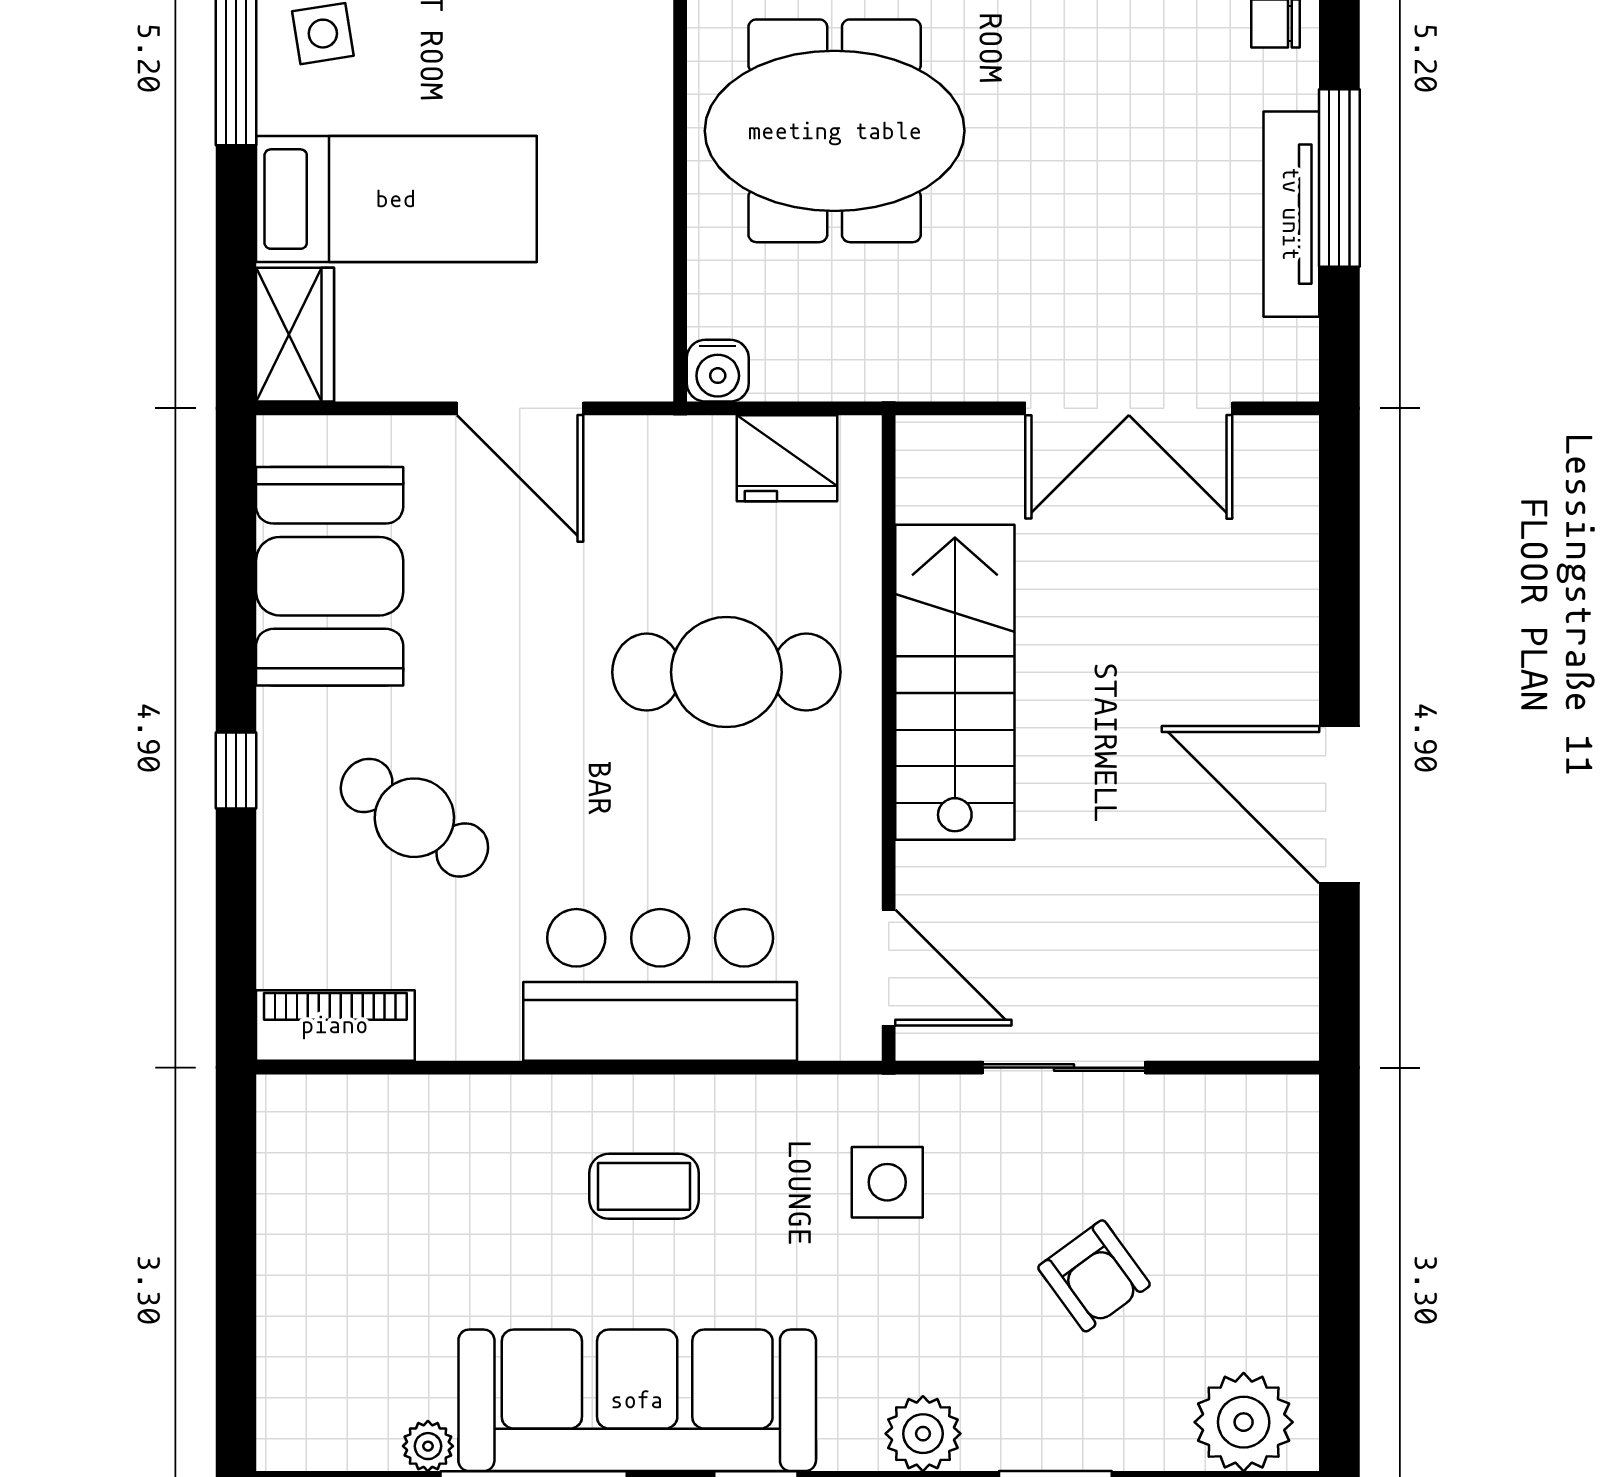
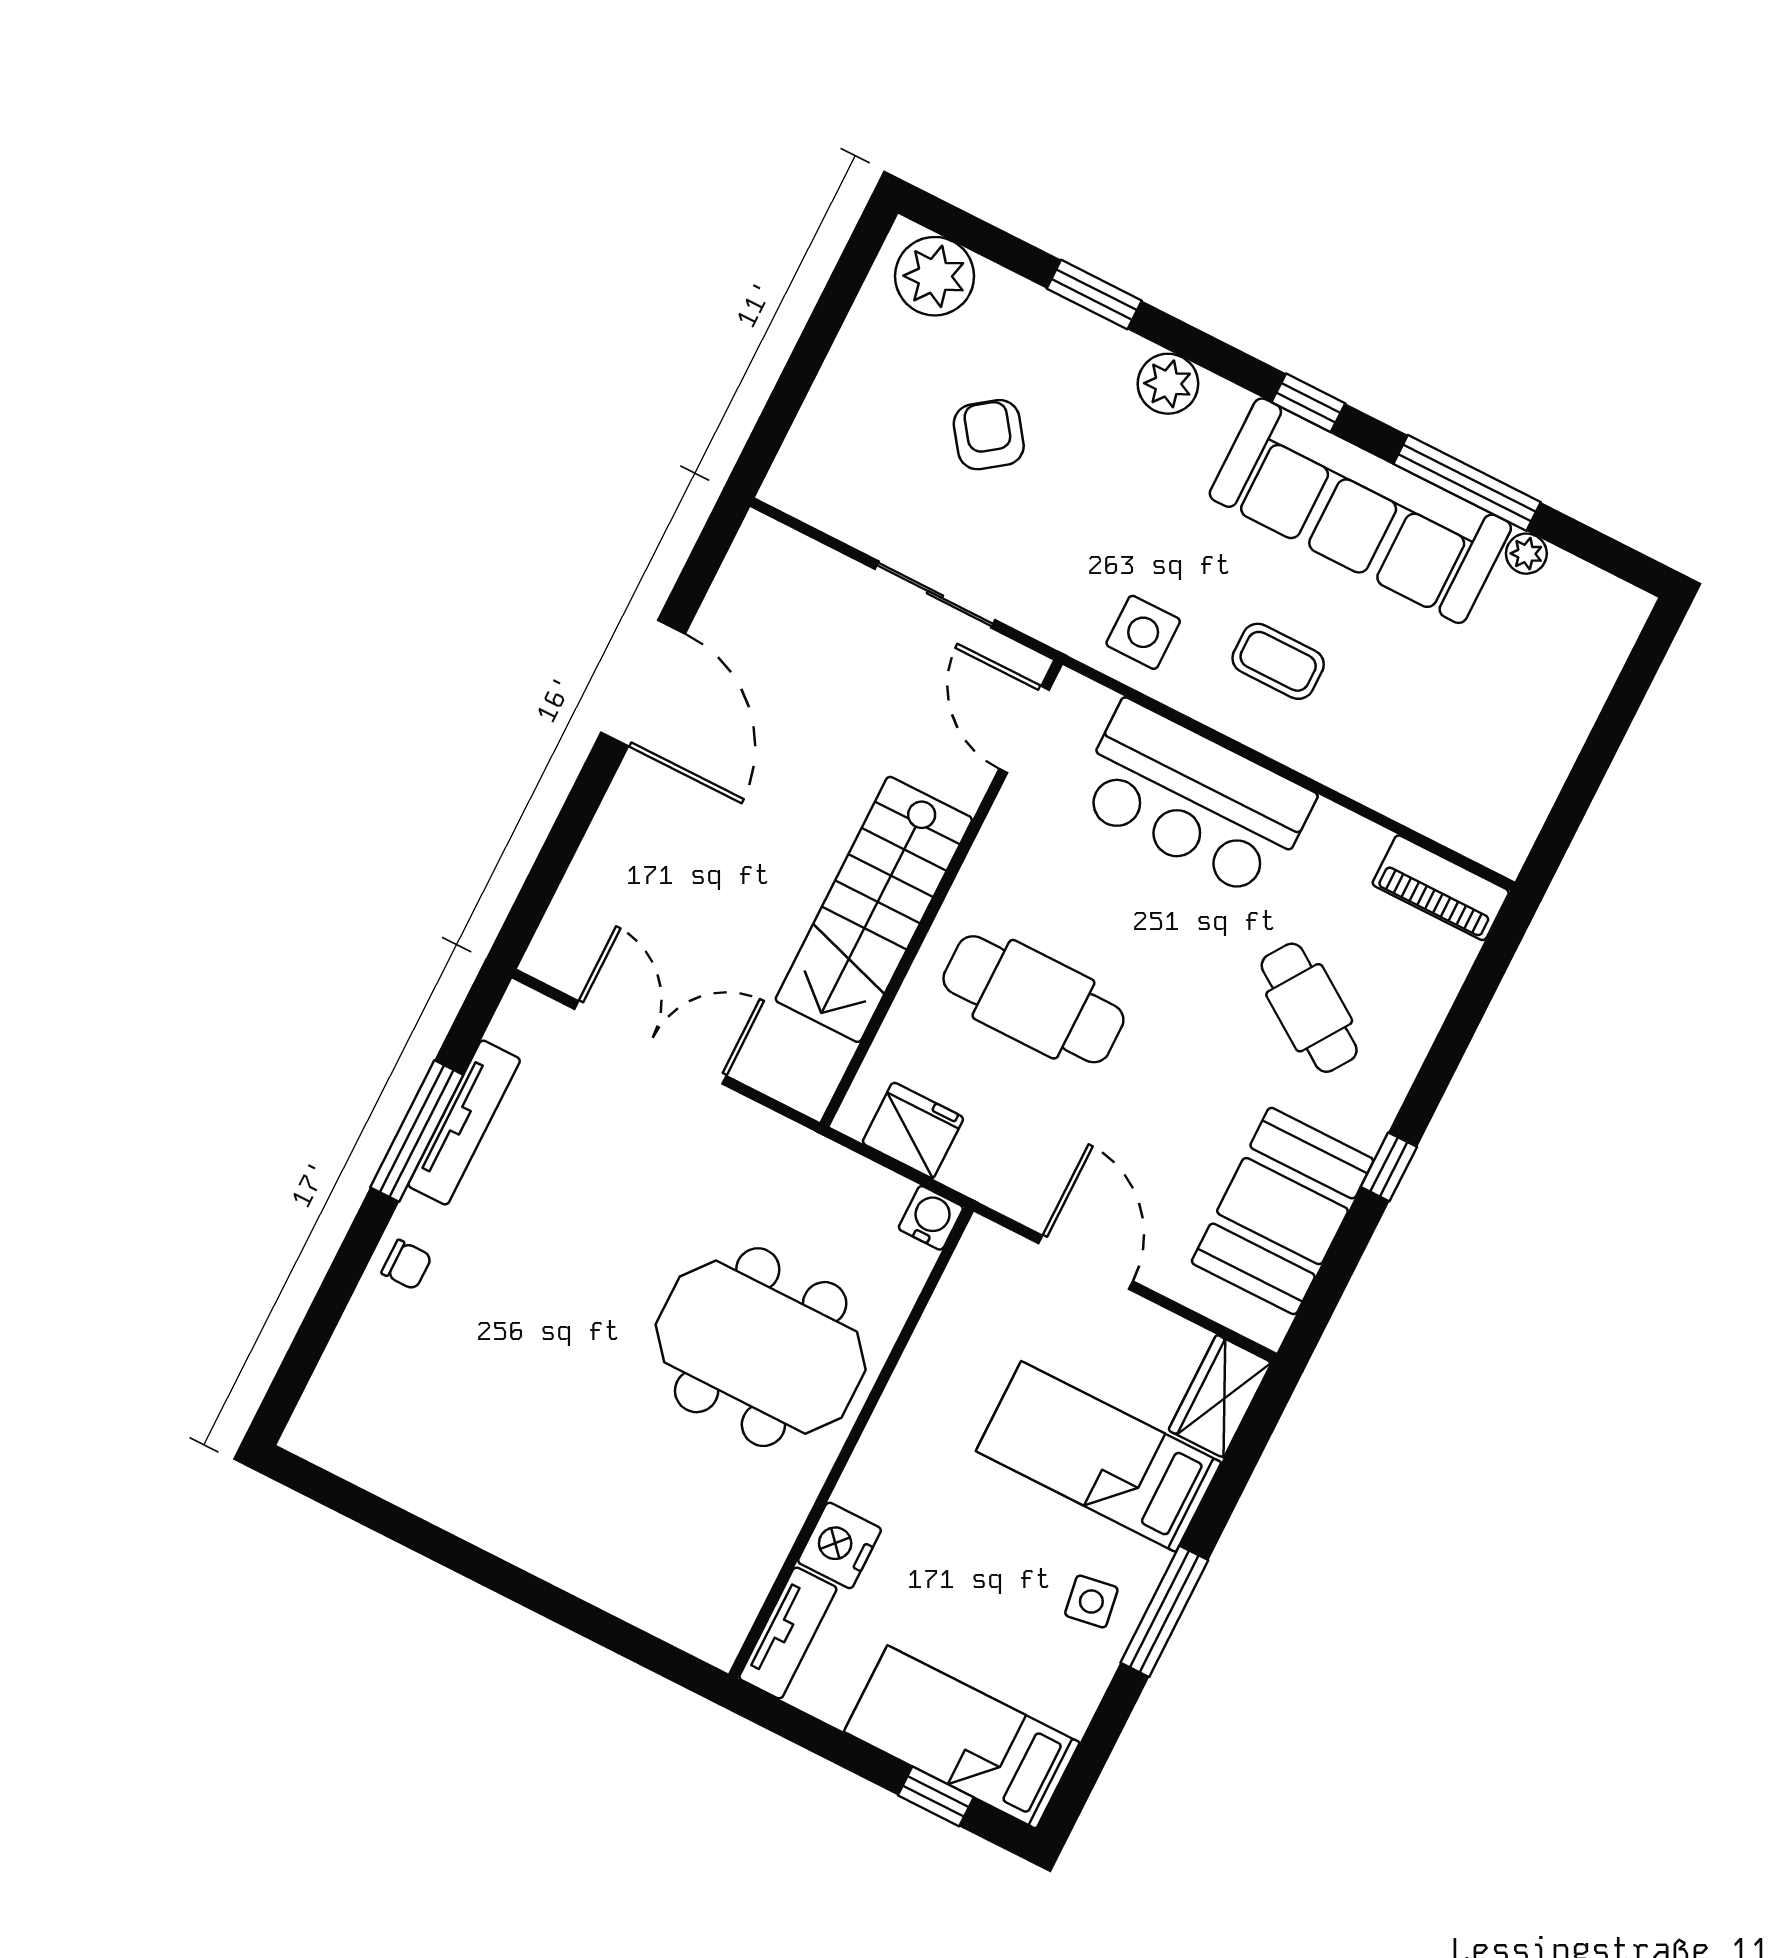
window: (236, 770) -> (1389, 1167), moved
side table: (887, 1182) -> (1143, 632), moved

